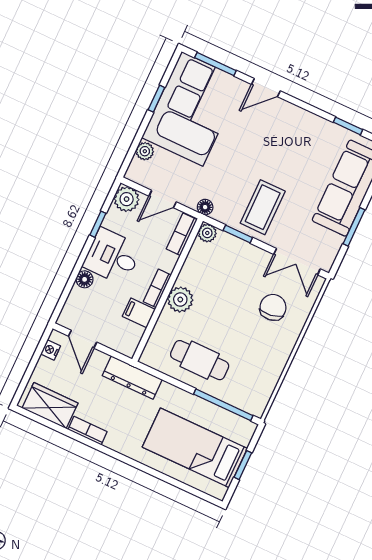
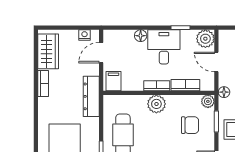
bookcase: (182, 234) -> (185, 85), moved
chair: (227, 270) -> (190, 125), added
filing cabinet: (139, 313) -> (113, 81), moved

